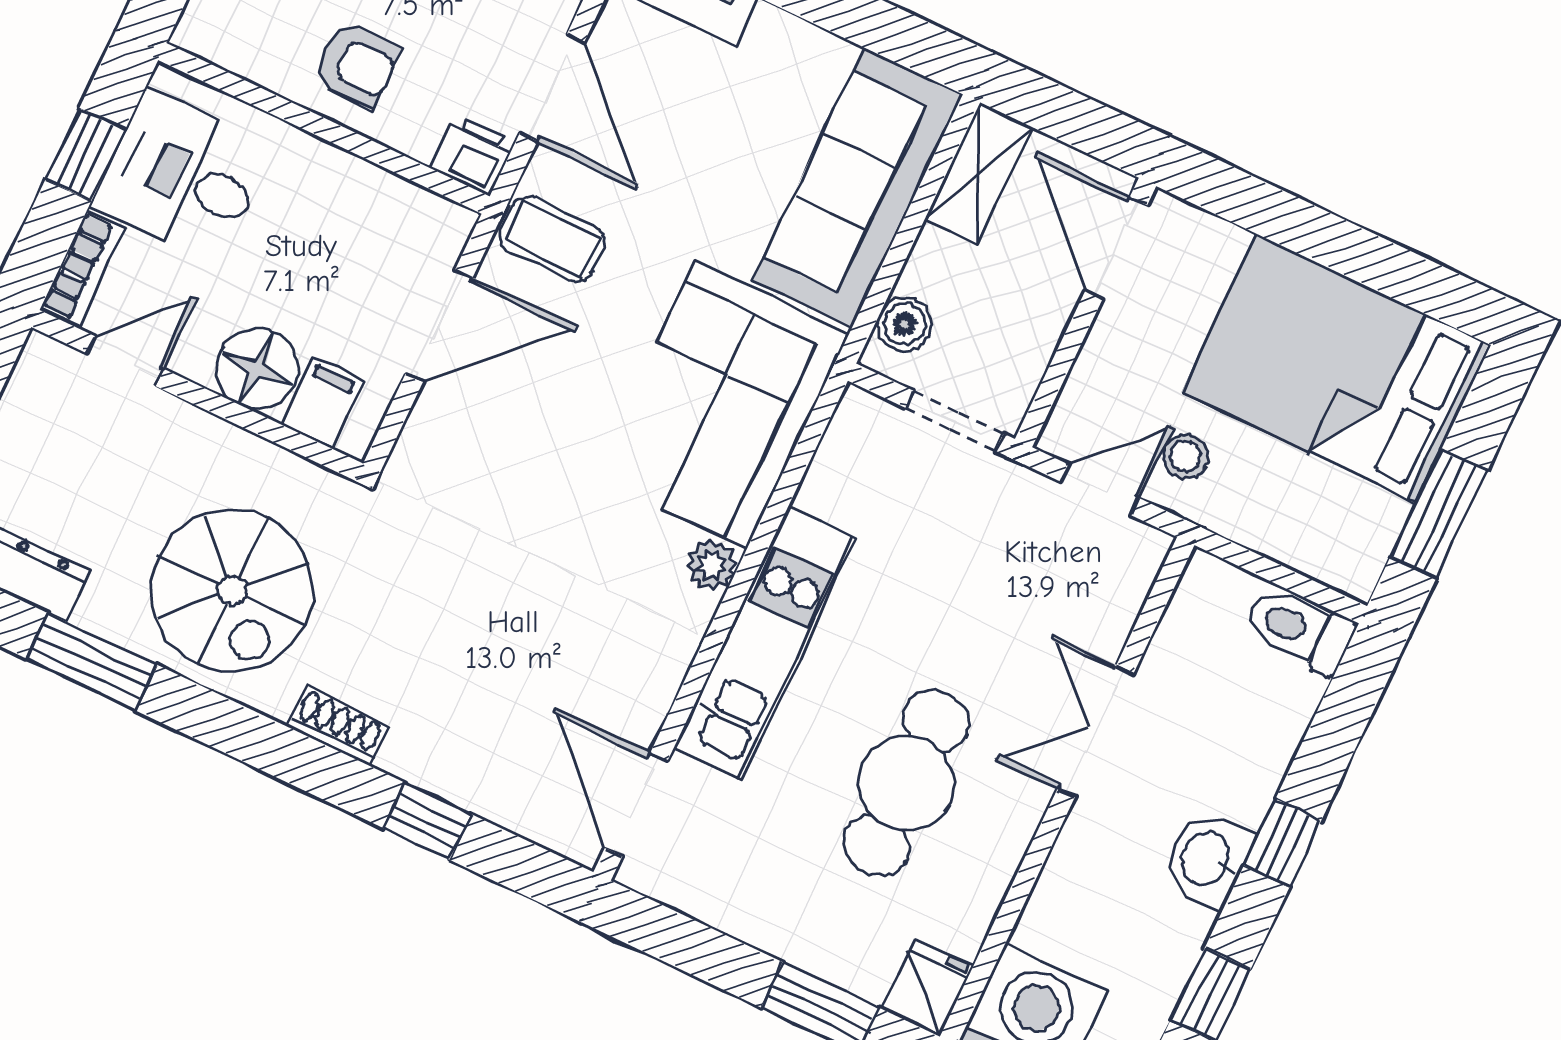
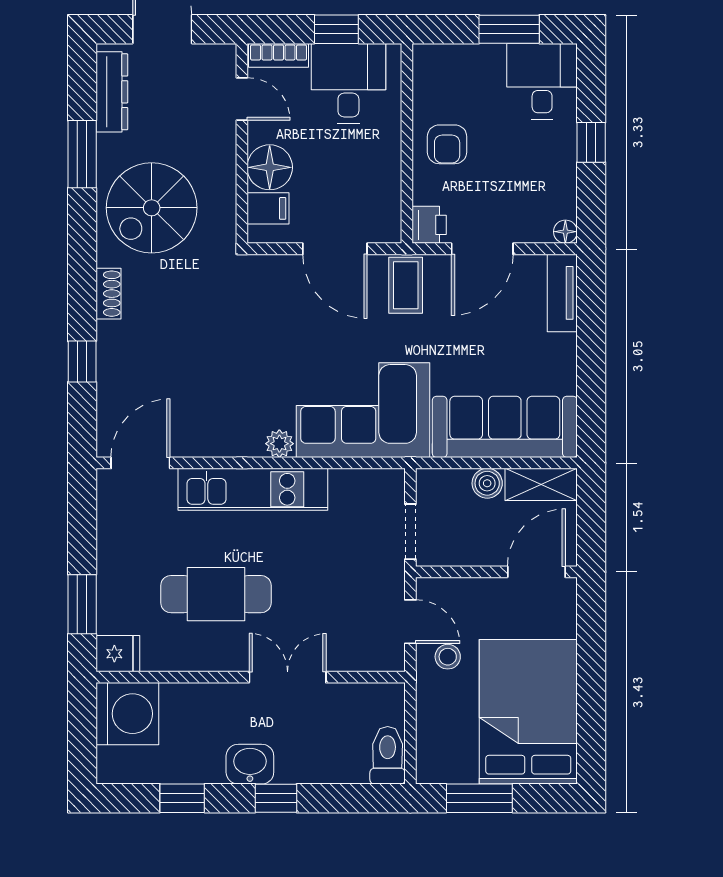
boiler: (905, 324) -> (487, 483), moved

